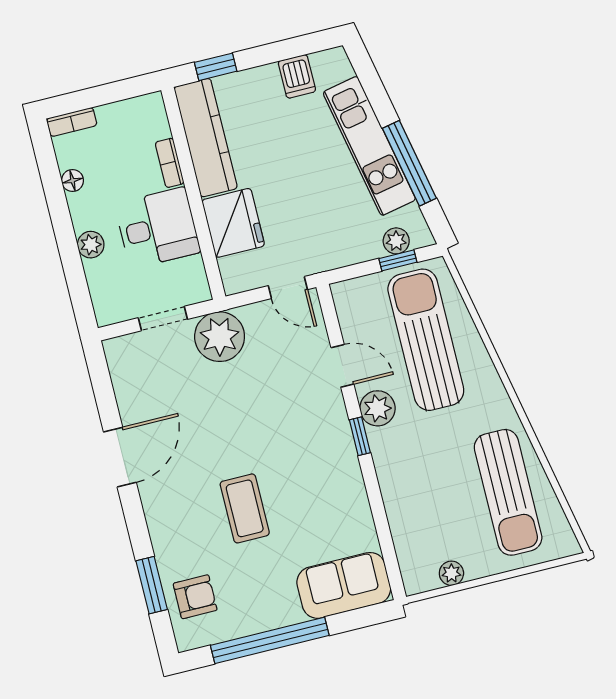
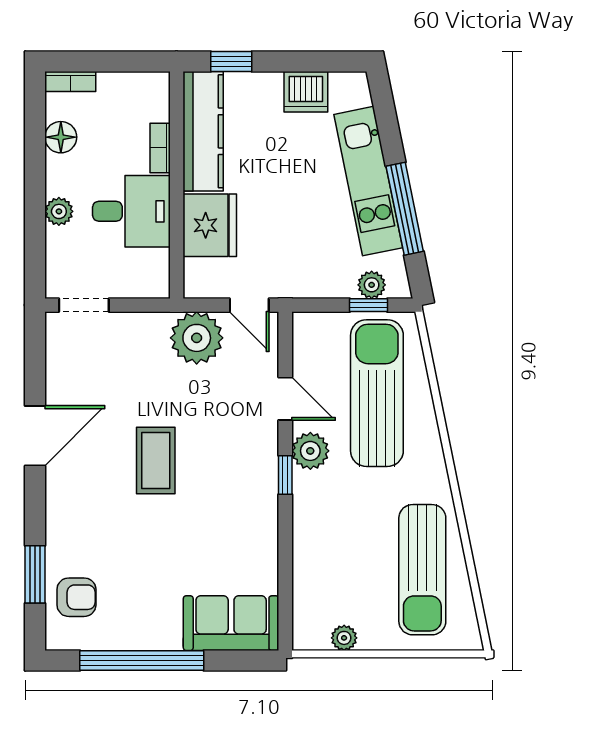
dishwasher: (297, 76) -> (306, 92), width x1.38
floor lamp: (72, 181) -> (61, 137), width x1.37, depth x1.37
doorway: (163, 319) -> (84, 305), moved
plant: (220, 337) -> (197, 338), moved
coffee table: (245, 508) -> (156, 460), moved

